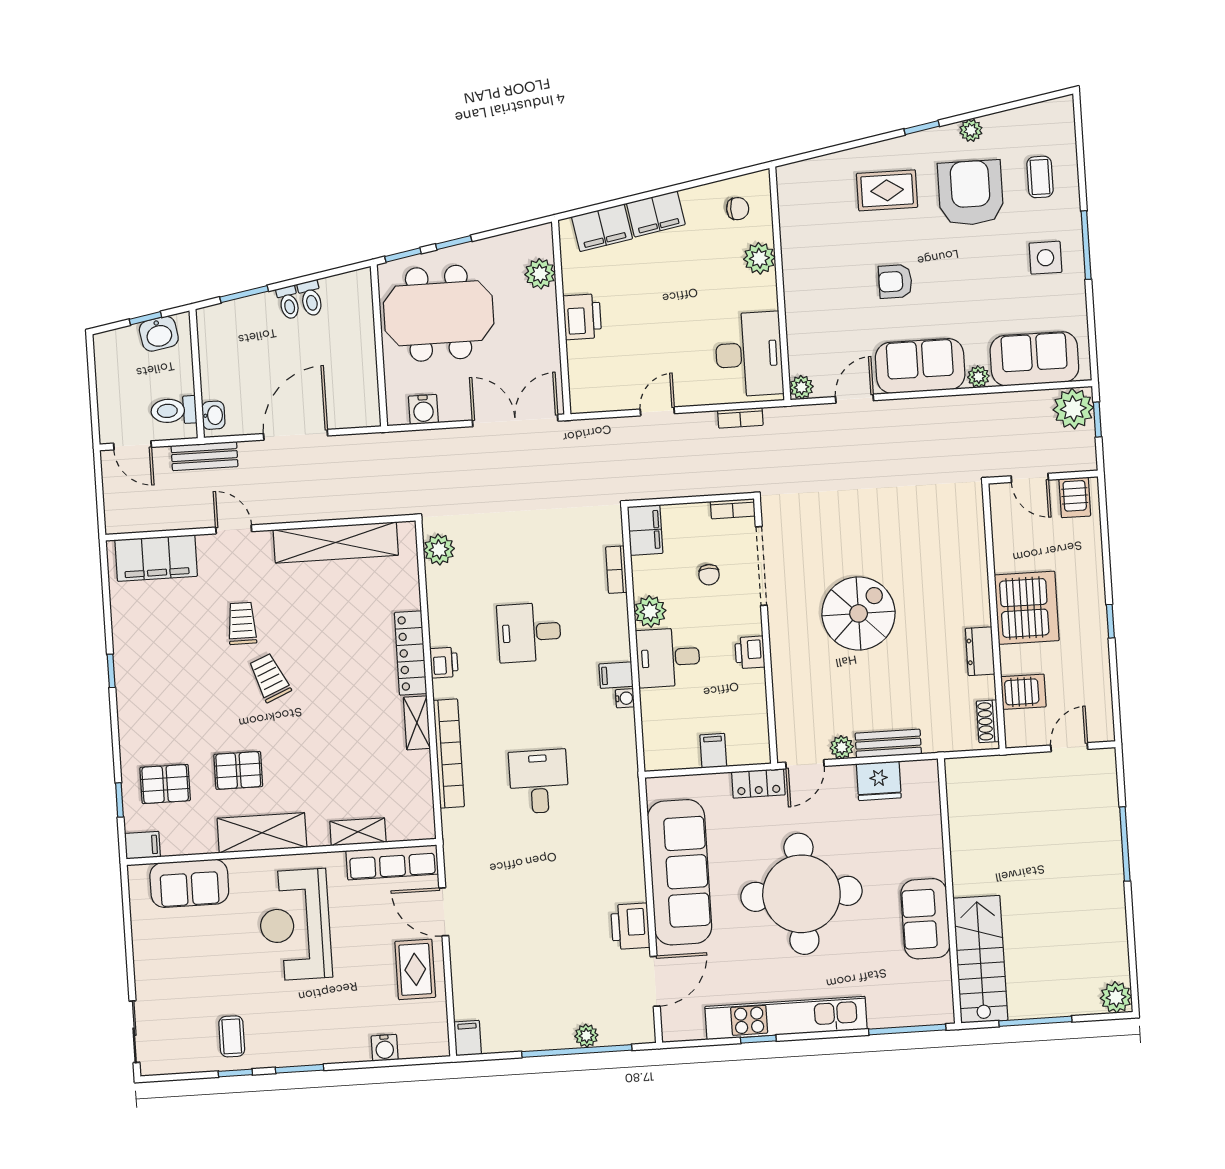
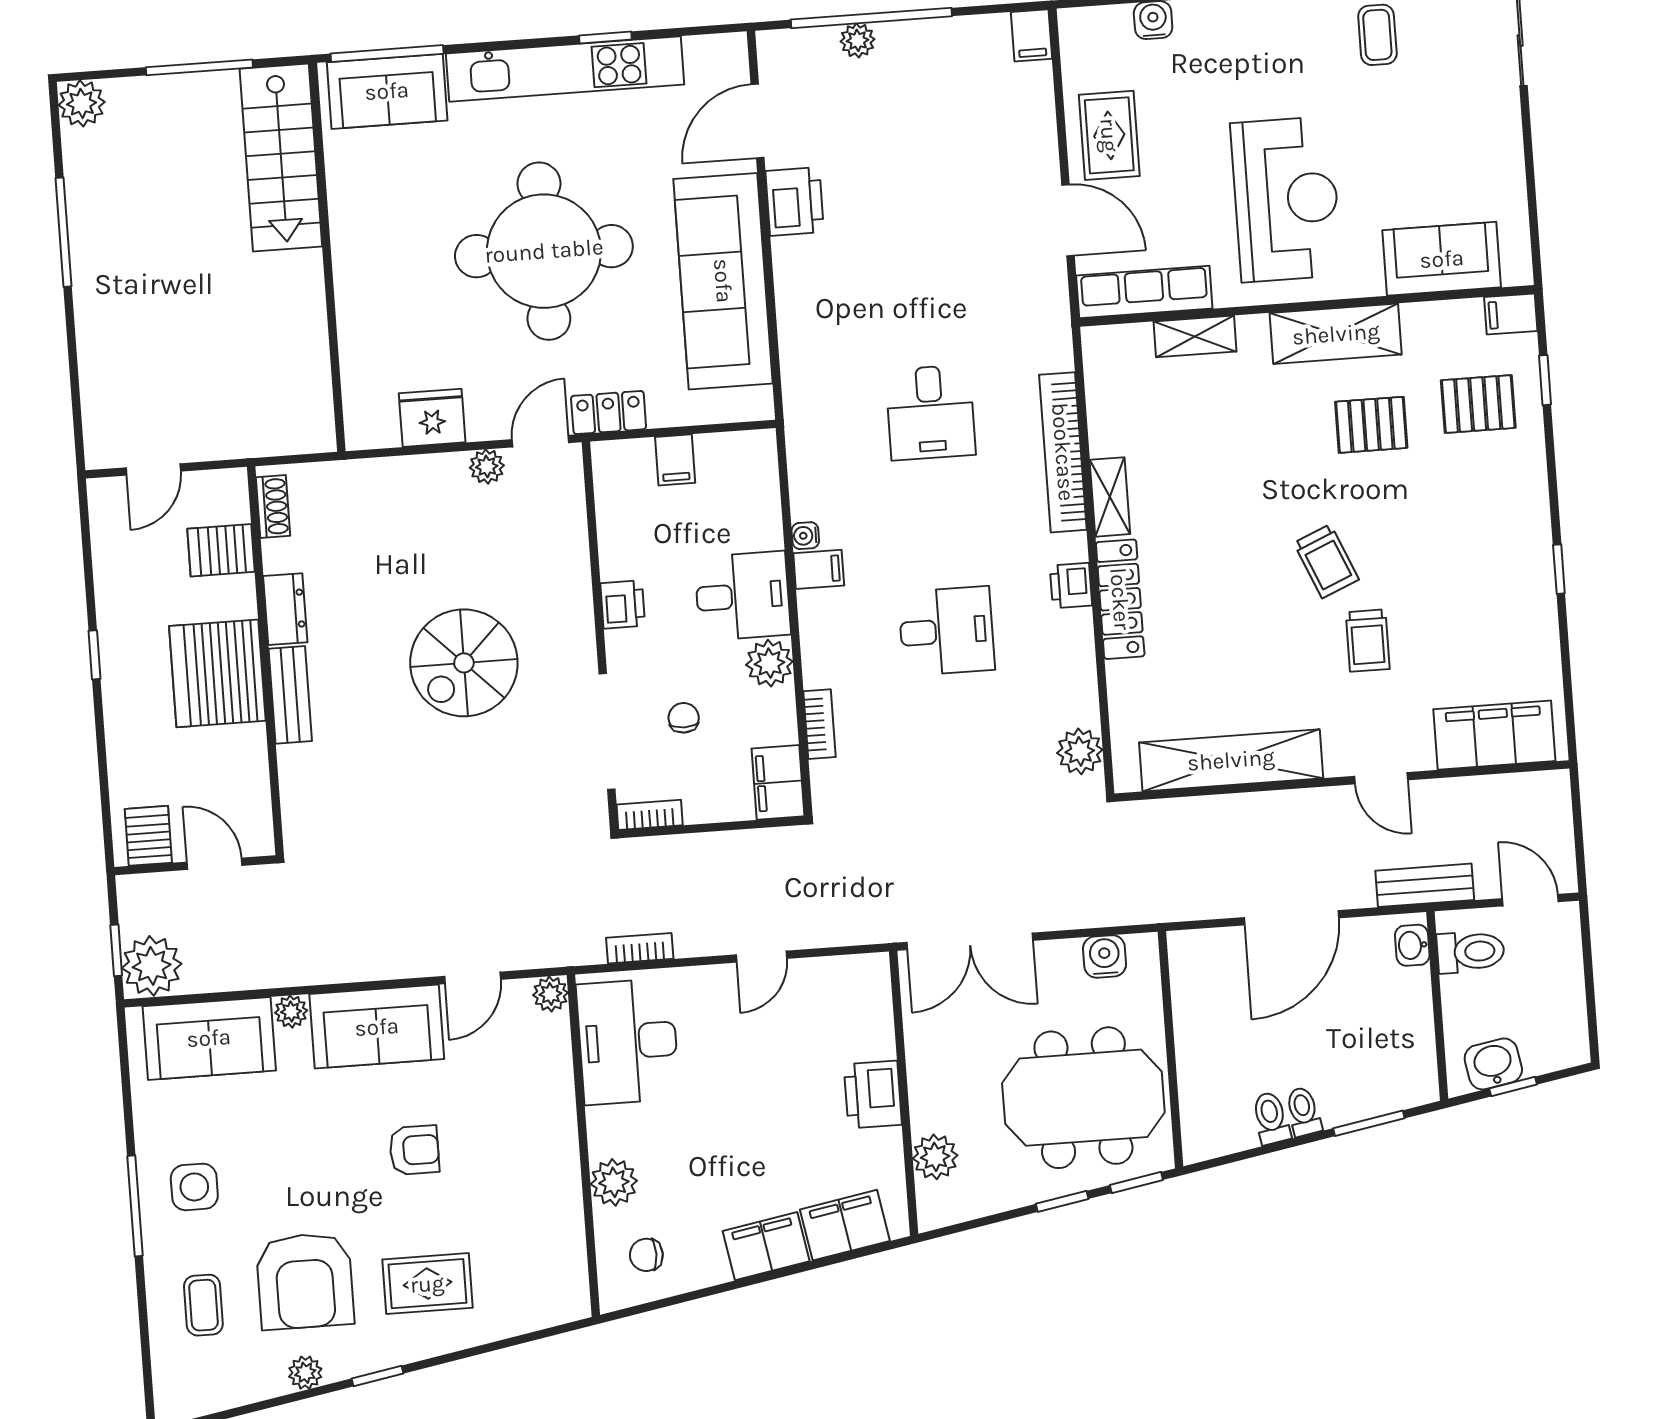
bench: (888, 744) -> (290, 695), moved, turned 90
window: (1125, 844) -> (64, 232), moved
sofa: (925, 919) -> (387, 91), moved, turned 90

